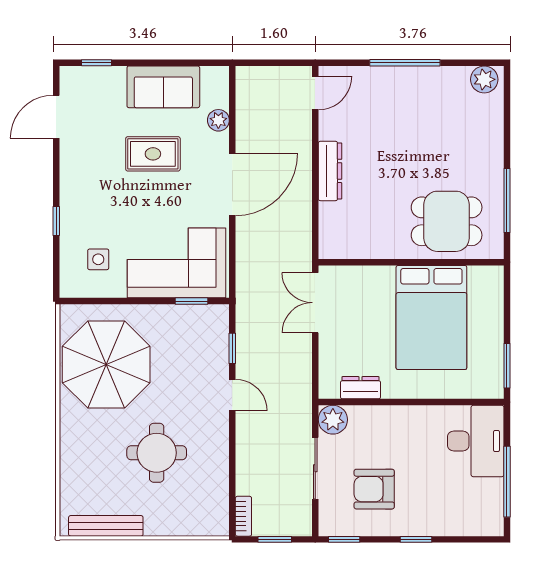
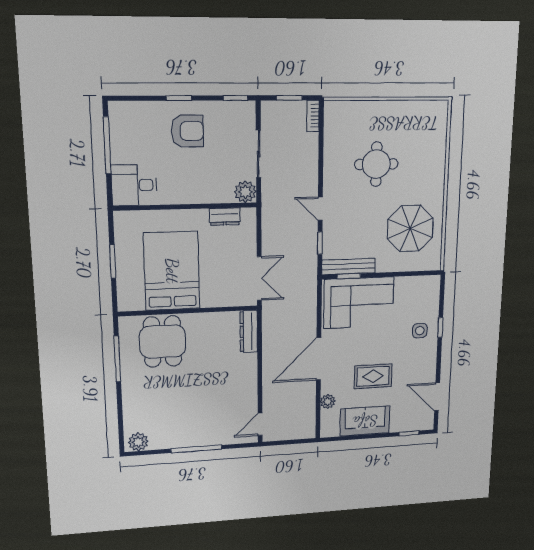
door: (56, 117) -> (437, 397), swing flipped
dresser: (330, 171) -> (249, 331), moved
dining table: (447, 221) -> (163, 342), turned 90
side table: (98, 259) -> (420, 331), moved
parasol: (106, 365) -> (410, 228), width x0.73, depth x0.73
window: (507, 366) -> (113, 262), moved
desk: (476, 441) -> (134, 185), width x0.73
armchair: (374, 489) -> (187, 131), moved
bench: (106, 526) -> (348, 266), moved

